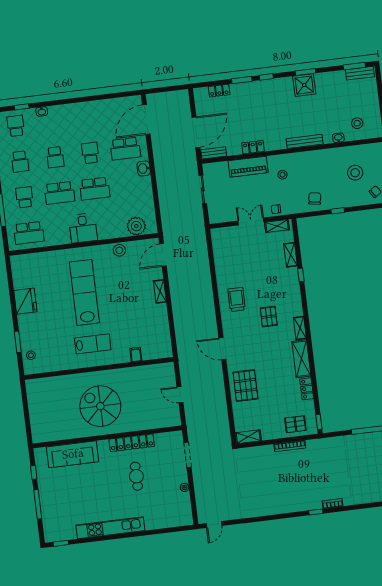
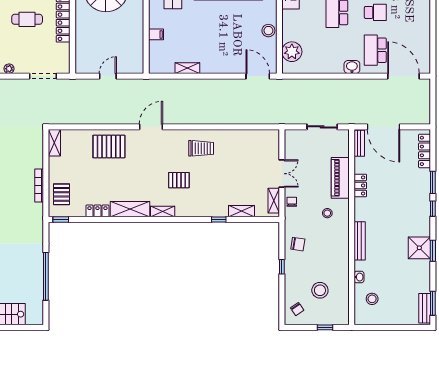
locker: (219, 91) -> (425, 151), width x1.53
shelving: (160, 291) -> (187, 68), moved

